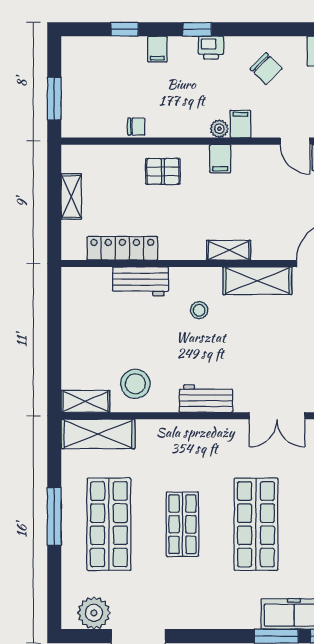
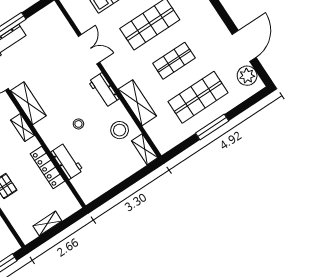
locker: (122, 248) -> (47, 167), moved
stool: (199, 310) -> (78, 124), moved
shelving: (98, 434) -> (137, 103), moved

